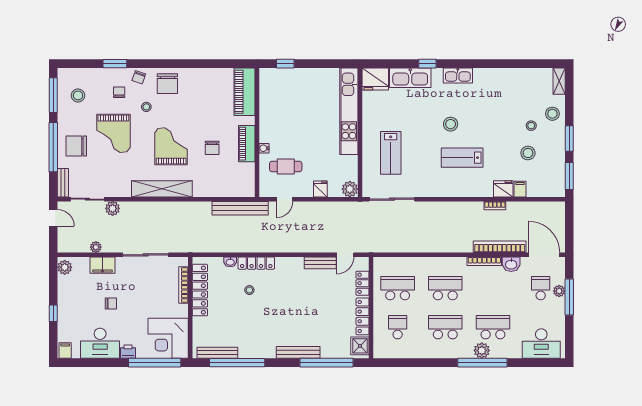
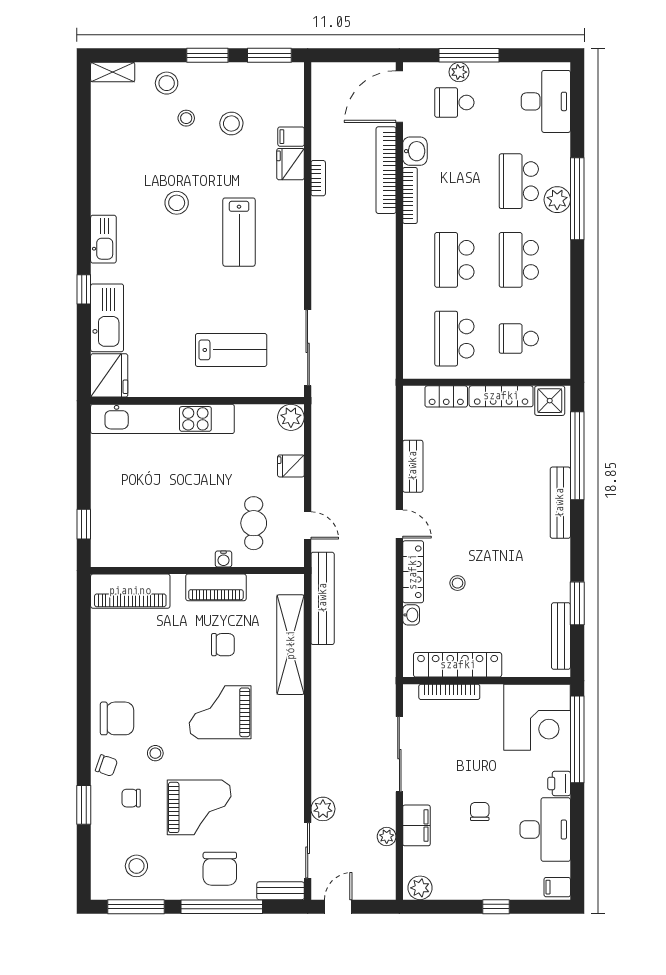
stool: (451, 124) -> (177, 203), moved
shelving: (162, 189) -> (291, 645), moved
door: (345, 255) -> (399, 524), moved
window: (237, 363) -> (577, 603), width x0.47

